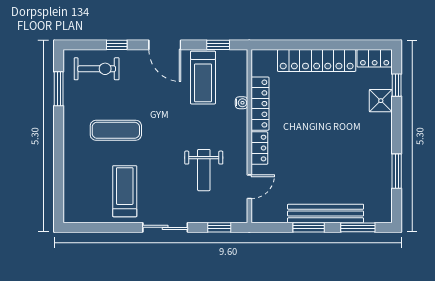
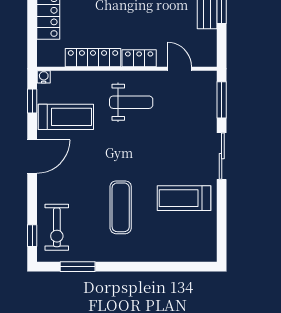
window: (117, 45) -> (32, 236), moved
exercise bike: (97, 69) -> (57, 227), turned 180
water cooler: (242, 103) -> (44, 77), moved
weight bench: (204, 170) -> (131, 102), moved
window: (219, 227) -> (222, 100), width x1.50

